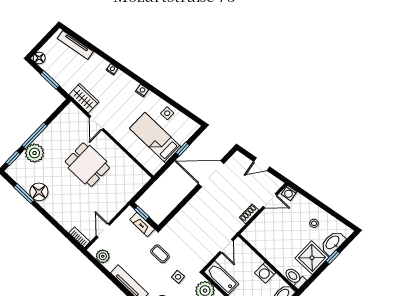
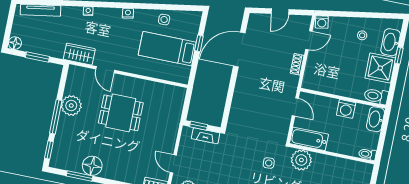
plant: (35, 153) -> (71, 106), moved
coffee table: (160, 254) -> (239, 152), removed

